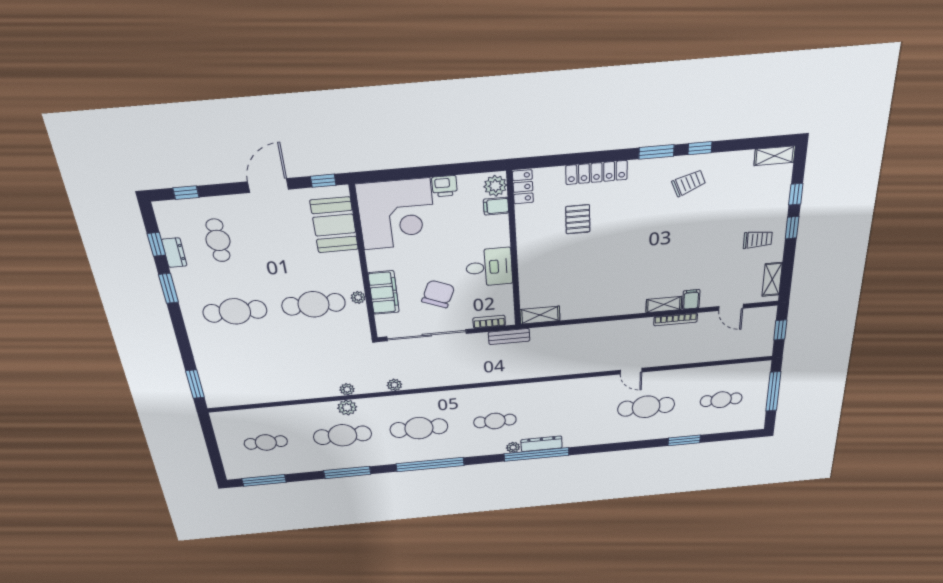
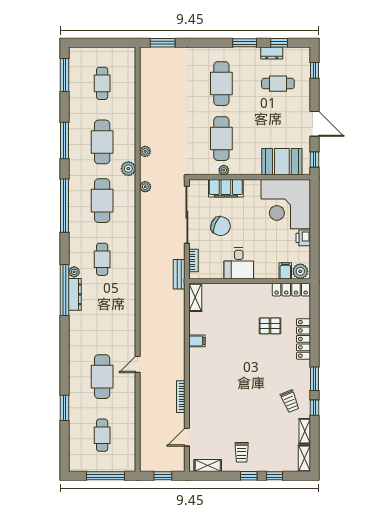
locker: (523, 187) -> (291, 290), width x1.53
filing cabinet: (691, 299) -> (197, 341), moved
shelving: (664, 305) -> (305, 431), moved
plant: (347, 408) -> (128, 169), moved

